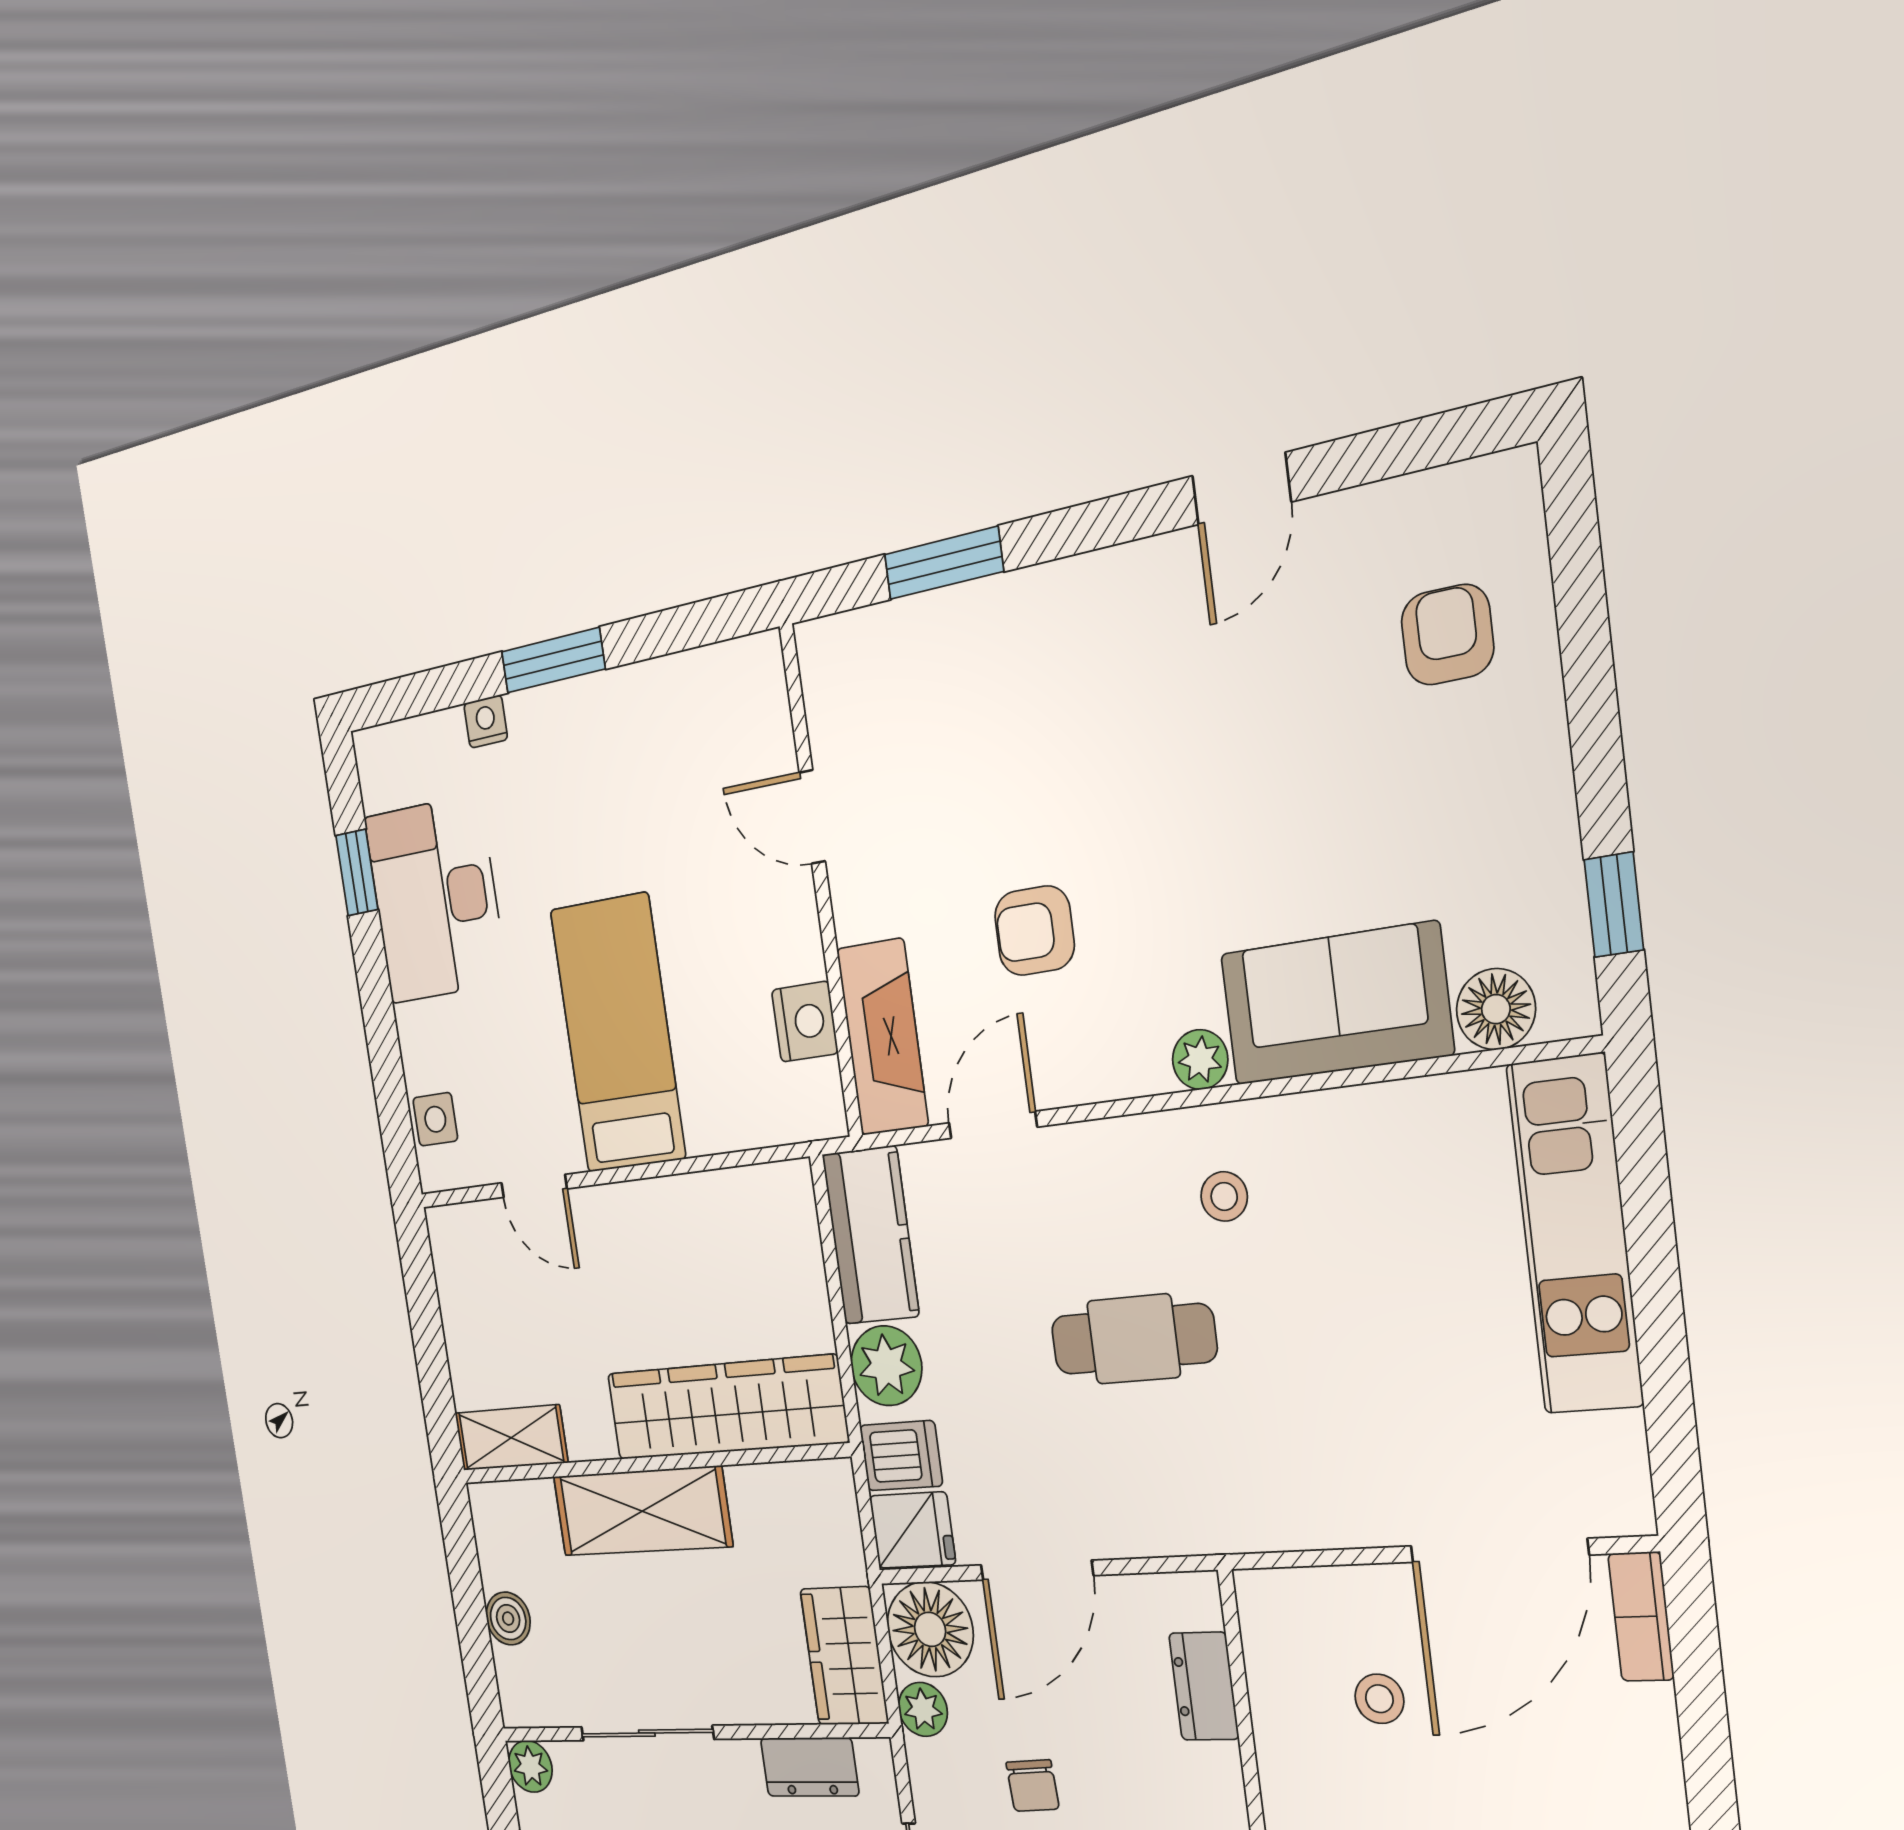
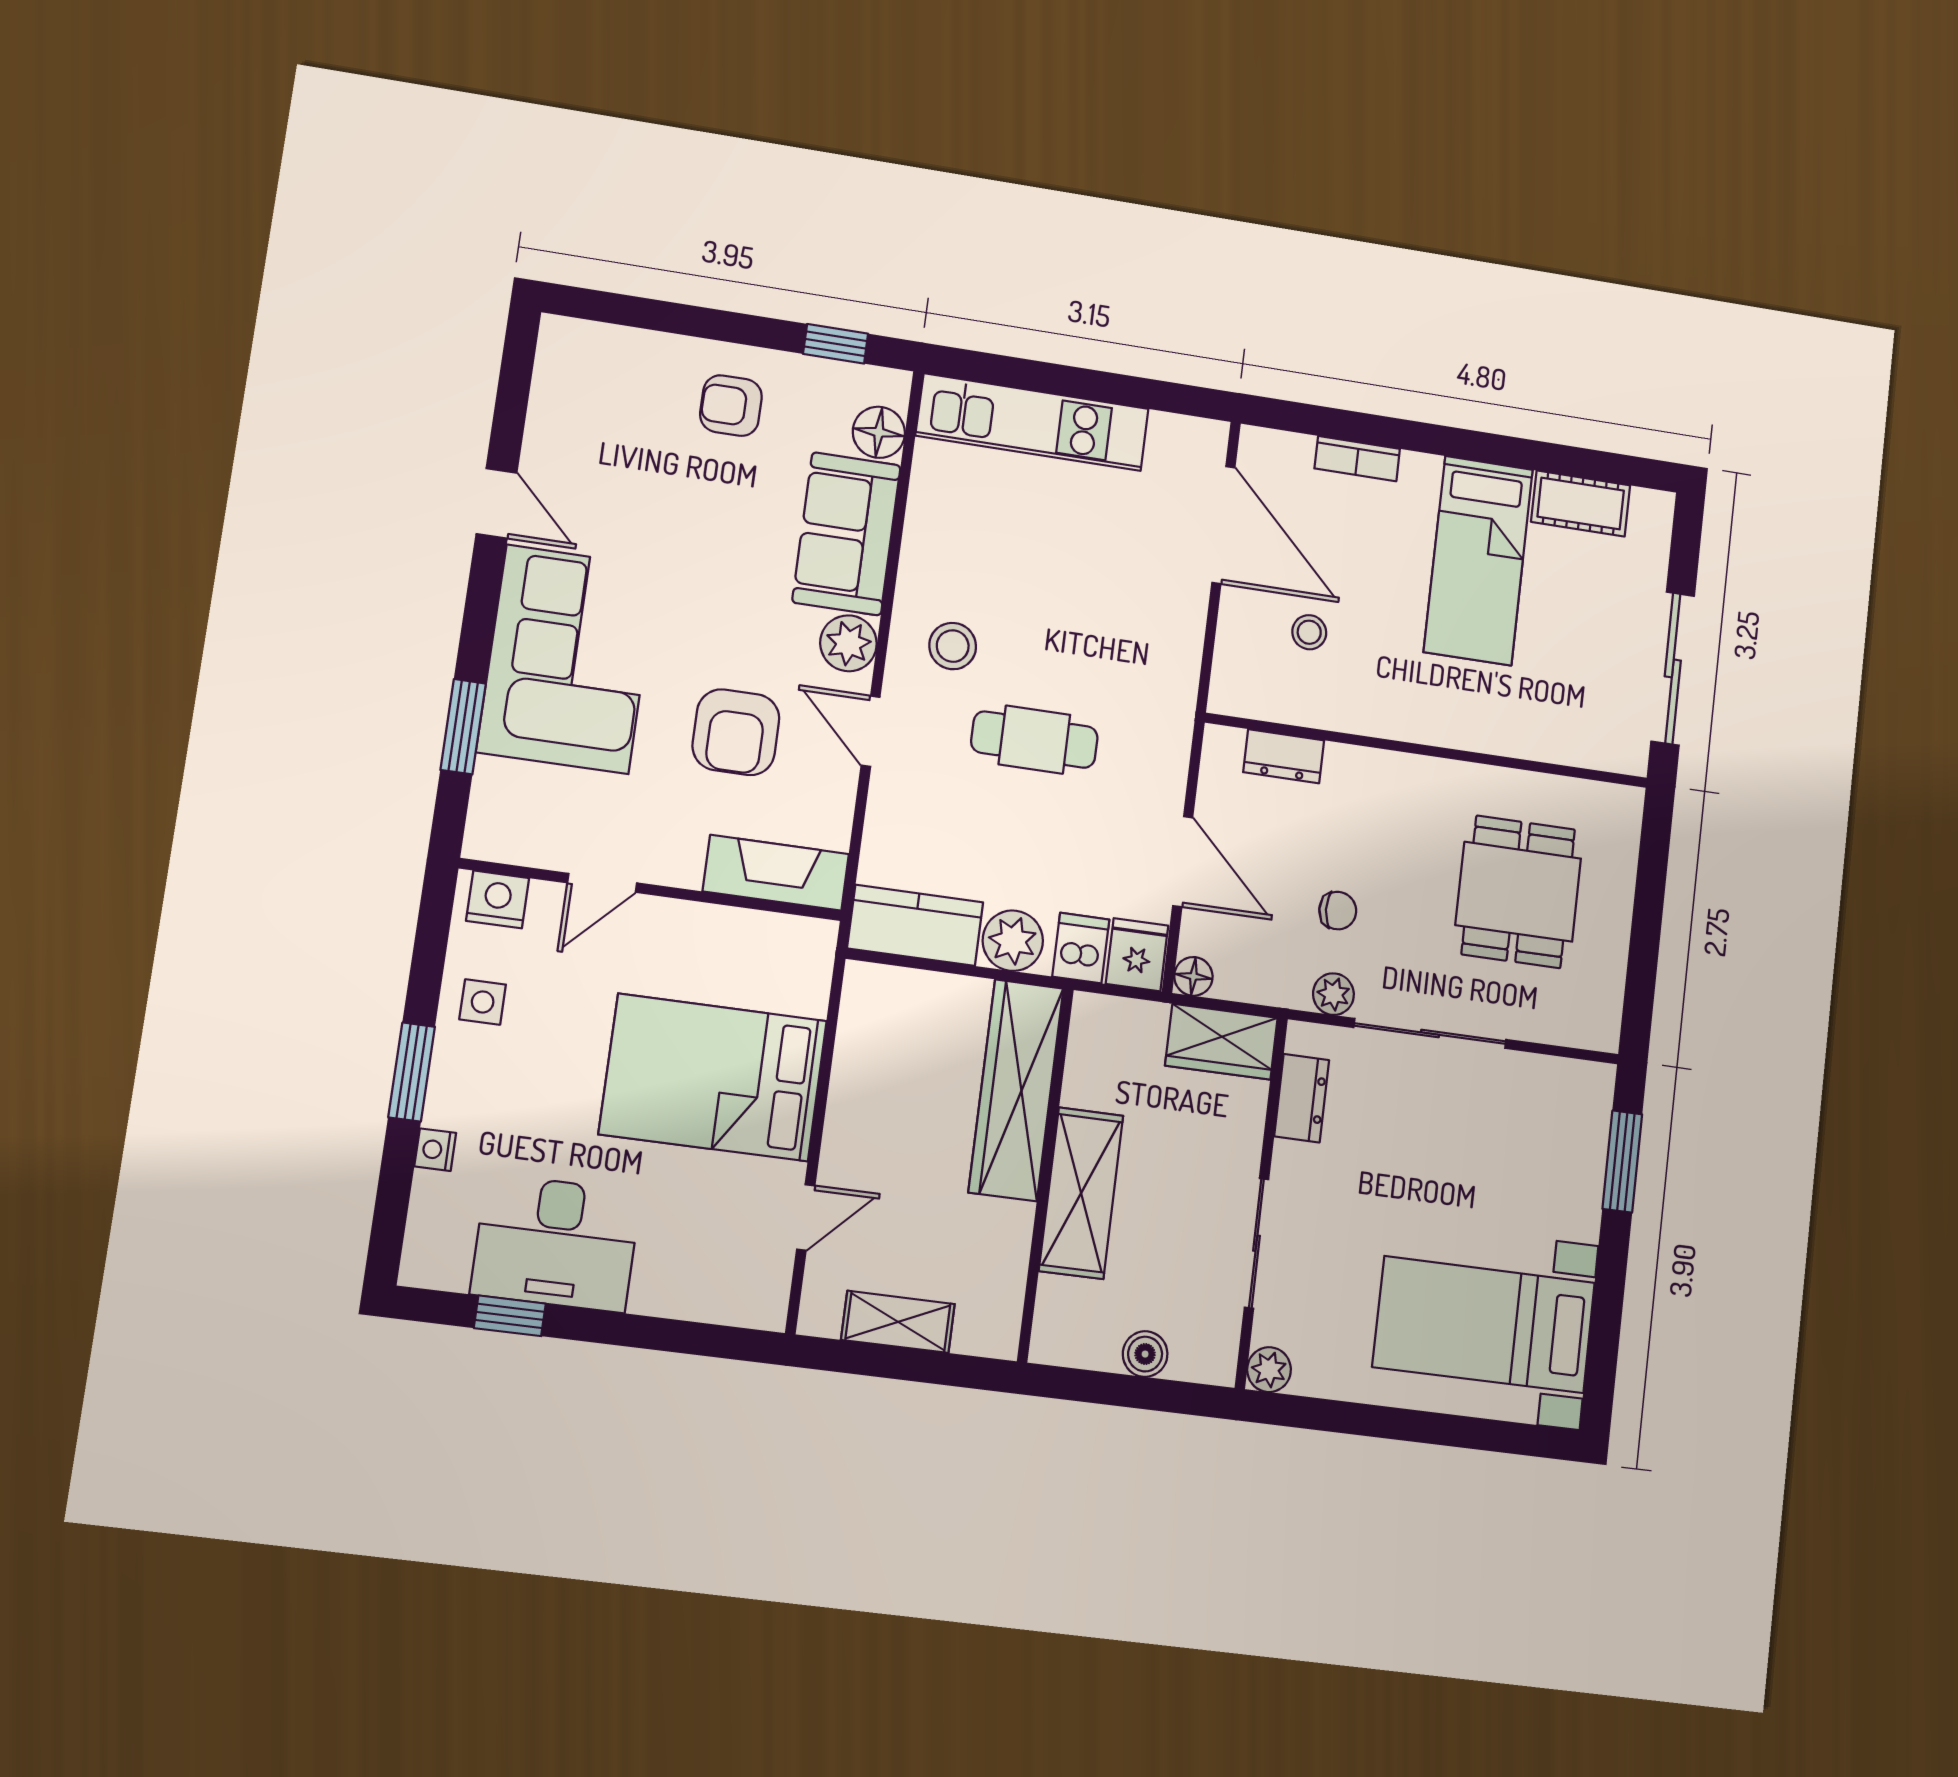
armchair: (1447, 635) -> (731, 406), moved
corner sofa: (1064, 670) -> (567, 659), added
armchair: (1034, 931) -> (736, 732), width x1.38, depth x1.38
nightstand: (805, 1022) -> (498, 899), moved
bed: (618, 1034) -> (713, 1077), width x1.50
plant: (1200, 1060) -> (848, 643), width x1.38, depth x1.38
side table: (435, 1119) -> (483, 1002), moved
door: (993, 1125) -> (871, 731), moved
stool: (1224, 1196) -> (953, 646), width x1.37, depth x1.37
cafe table: (1134, 1339) -> (1034, 740), turned 90
shelving: (511, 1438) -> (898, 1322), moved, turned 90
bookcase: (1641, 1617) -> (1357, 459), moved
floor lamp: (930, 1629) -> (1193, 976), width x0.53, depth x0.53
plant: (923, 1709) -> (1333, 994), moved

